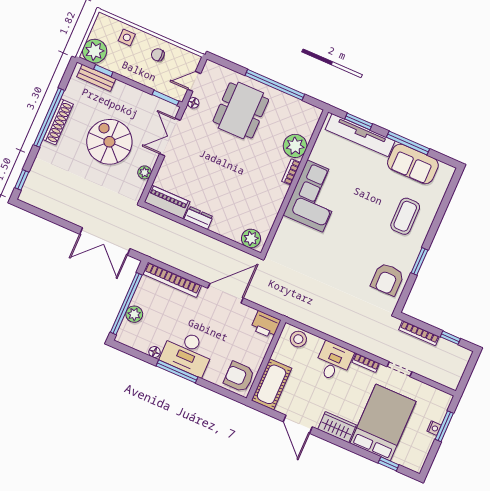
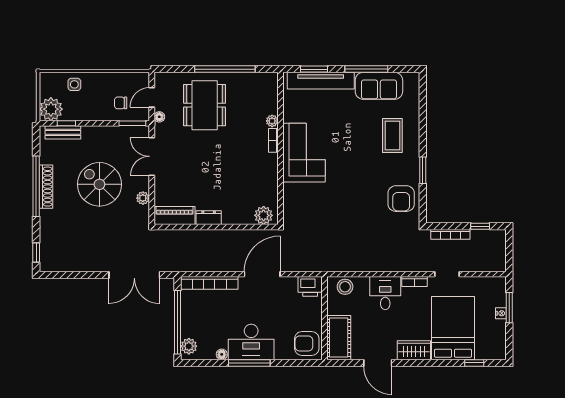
chair: (158, 55) -> (121, 103), moved
plant: (295, 146) -> (272, 121), width x0.53, depth x0.53
plant: (134, 314) -> (189, 346), moved

